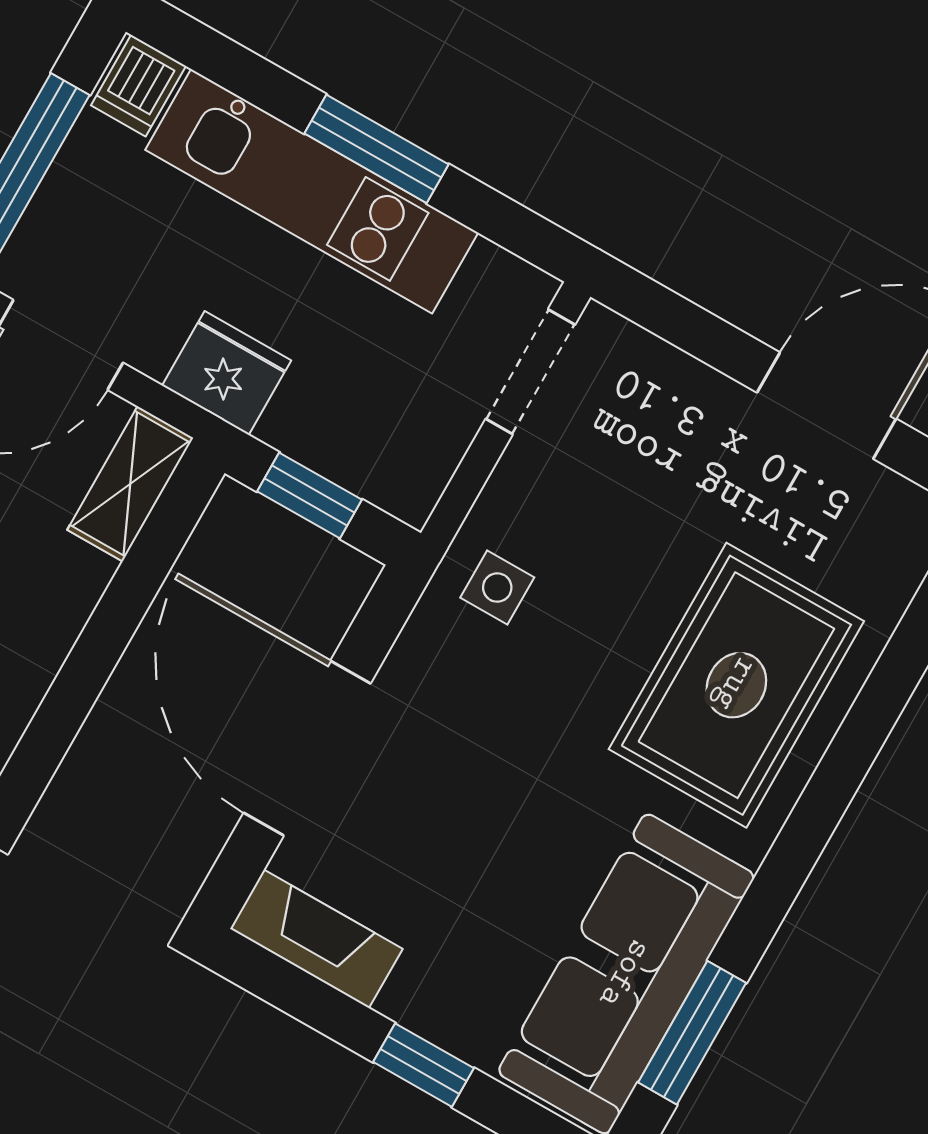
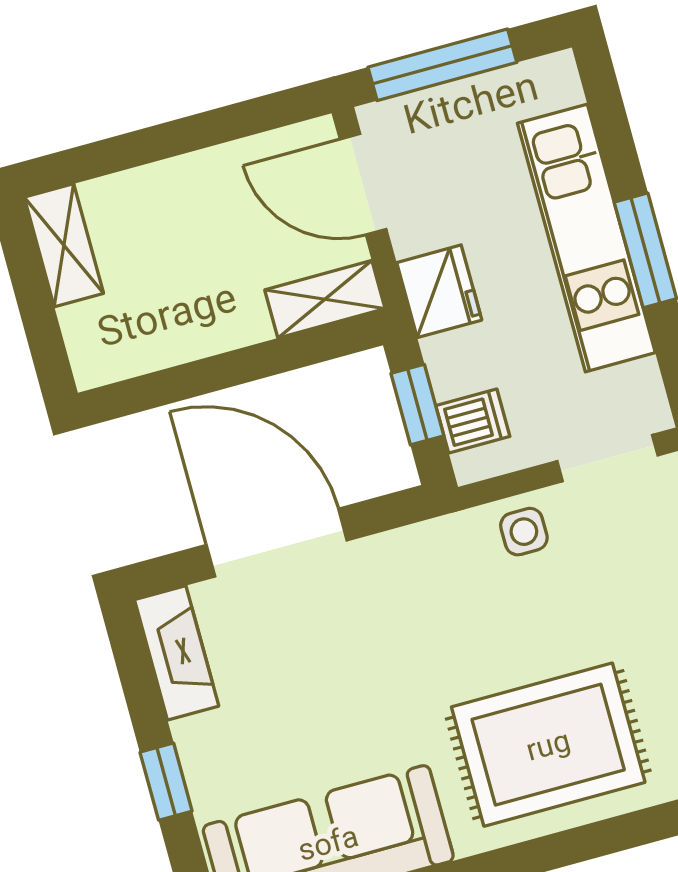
dishwasher: (138, 86) -> (473, 421), moved, turned 180
side table: (497, 588) -> (524, 532), moved
door: (307, 748) -> (277, 543), hinge flipped

